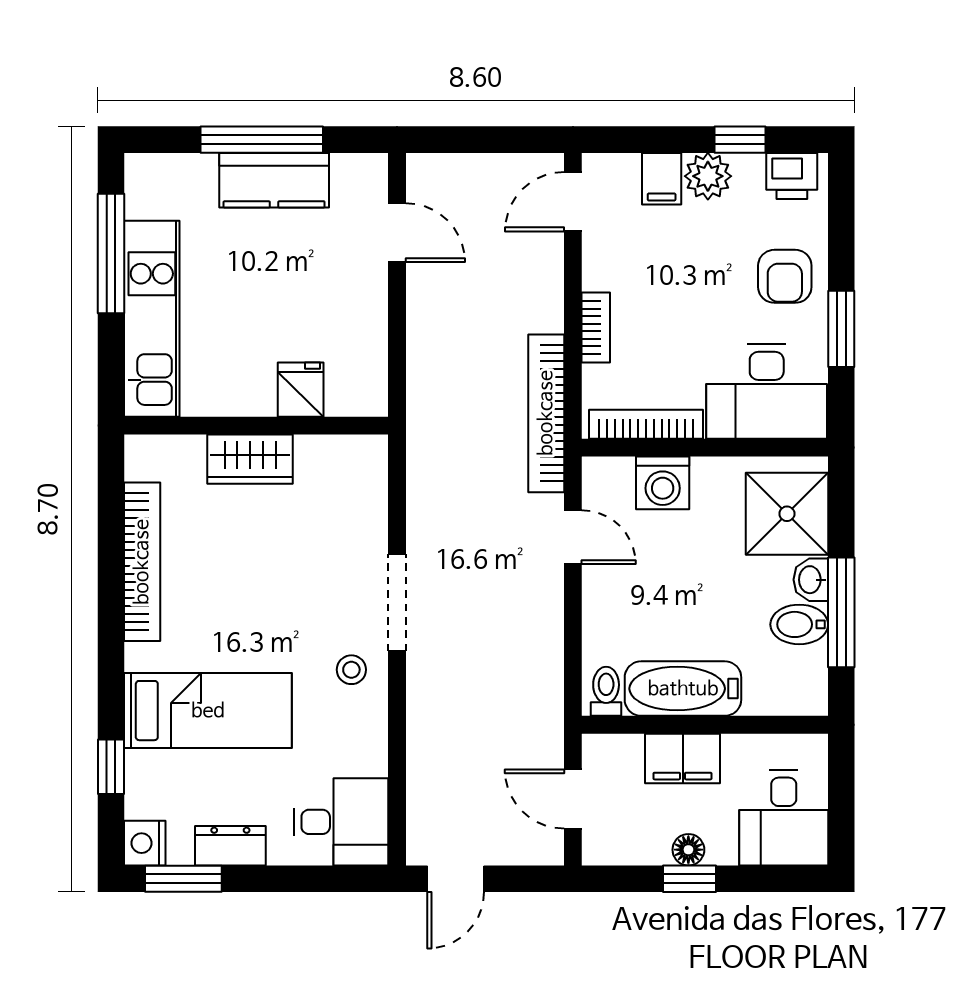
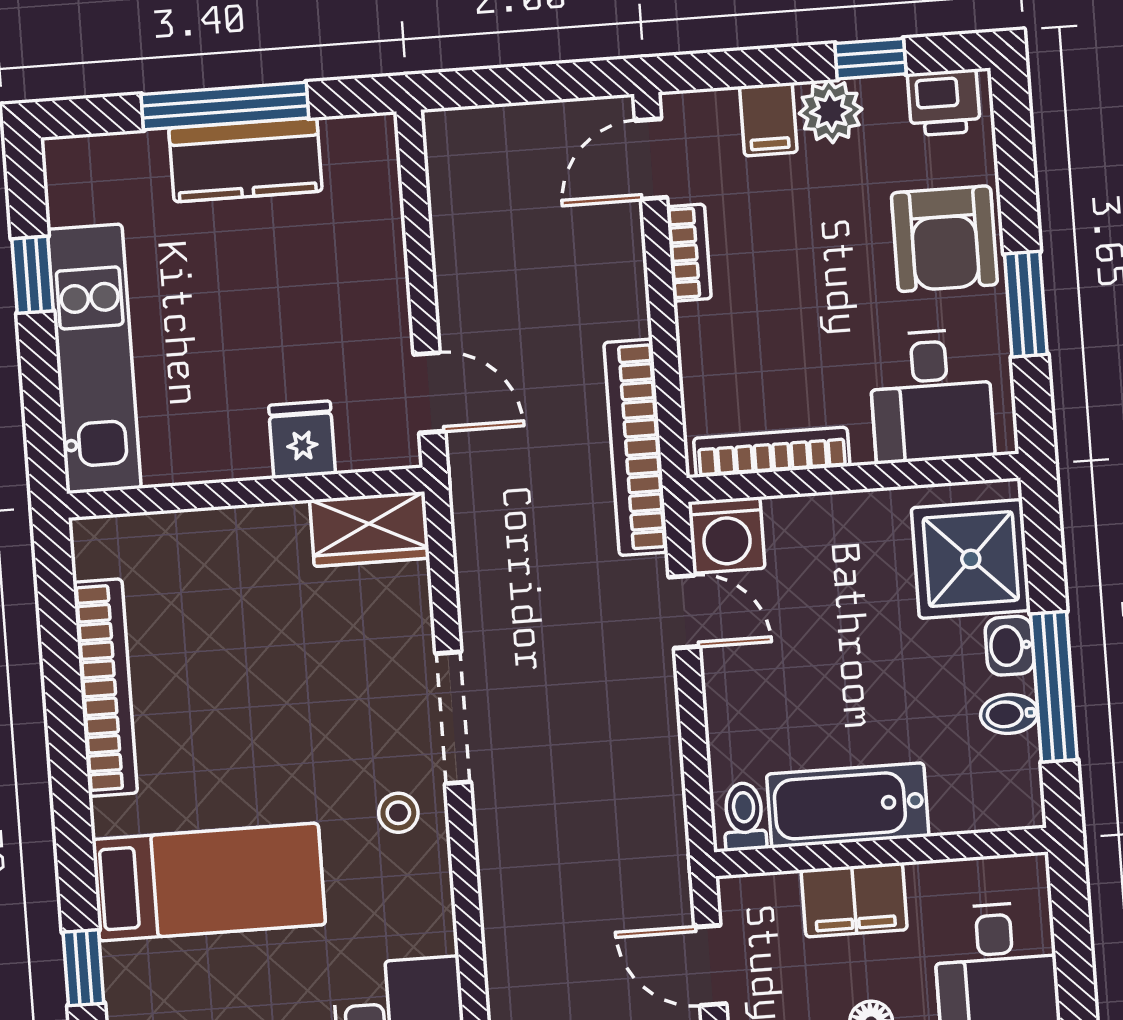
door: (397, 233) -> (429, 393), moved
window: (111, 254) -> (33, 275), width x0.46
armchair: (785, 276) -> (944, 239), width x1.38, depth x1.38
bookcase: (596, 327) -> (689, 253), moved
desk: (767, 391) -> (931, 396), width x0.73
wardrobe: (250, 459) -> (370, 529), moved
washing machine: (663, 483) -> (727, 535), moved
bidet: (799, 624) -> (1009, 714), width x0.72, depth x0.74

